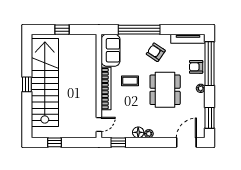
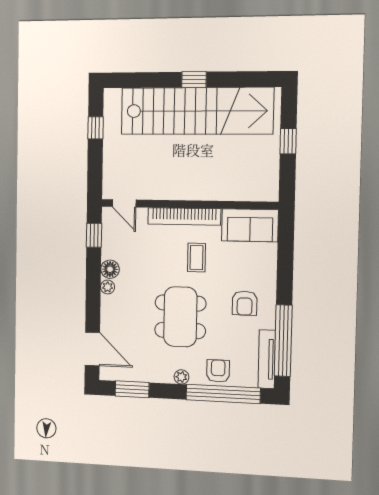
window: (139, 30) -> (283, 341), moved
armchair: (156, 52) -> (245, 303), turned 146
dining table: (165, 90) -> (180, 317), turned 90

